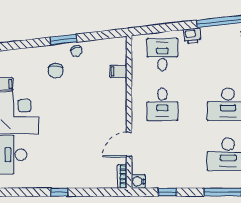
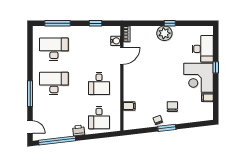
desk: (162, 104) -> (99, 83), turned 180
plant: (67, 177) -> (164, 33), added
water cooler: (138, 181) -> (116, 41), moved

